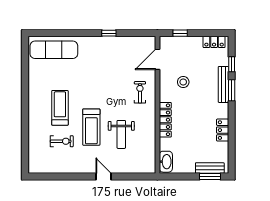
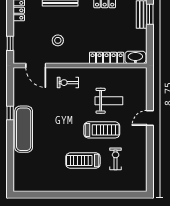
exercise mat: (54, 50) -> (24, 129), moved
locker: (165, 120) -> (107, 58), moved

